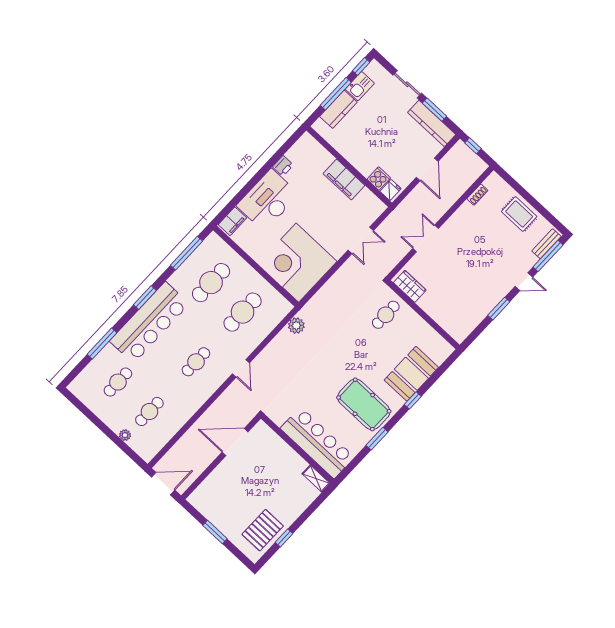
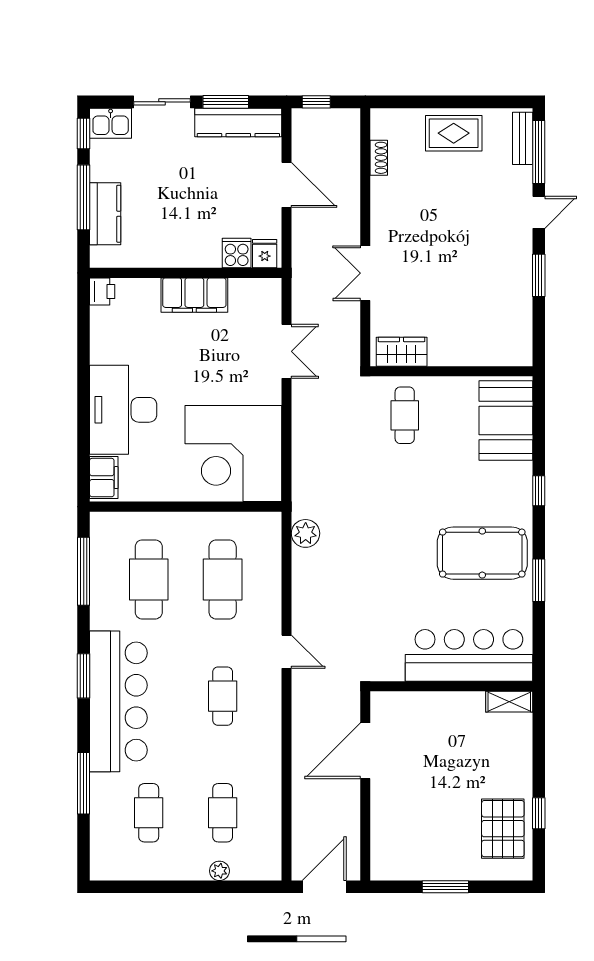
kitchen sink: (360, 86) -> (111, 123), moved, turned 90
printer: (283, 166) -> (102, 291), moved
booth: (411, 374) -> (506, 421), moved

